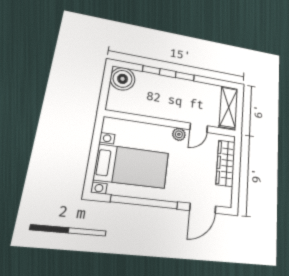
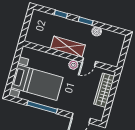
boiler: (123, 79) -> (97, 31), moved, width x0.54, depth x0.54
shelving: (229, 107) -> (68, 47), moved, turned 90
window: (145, 202) -> (42, 107), width x0.68

